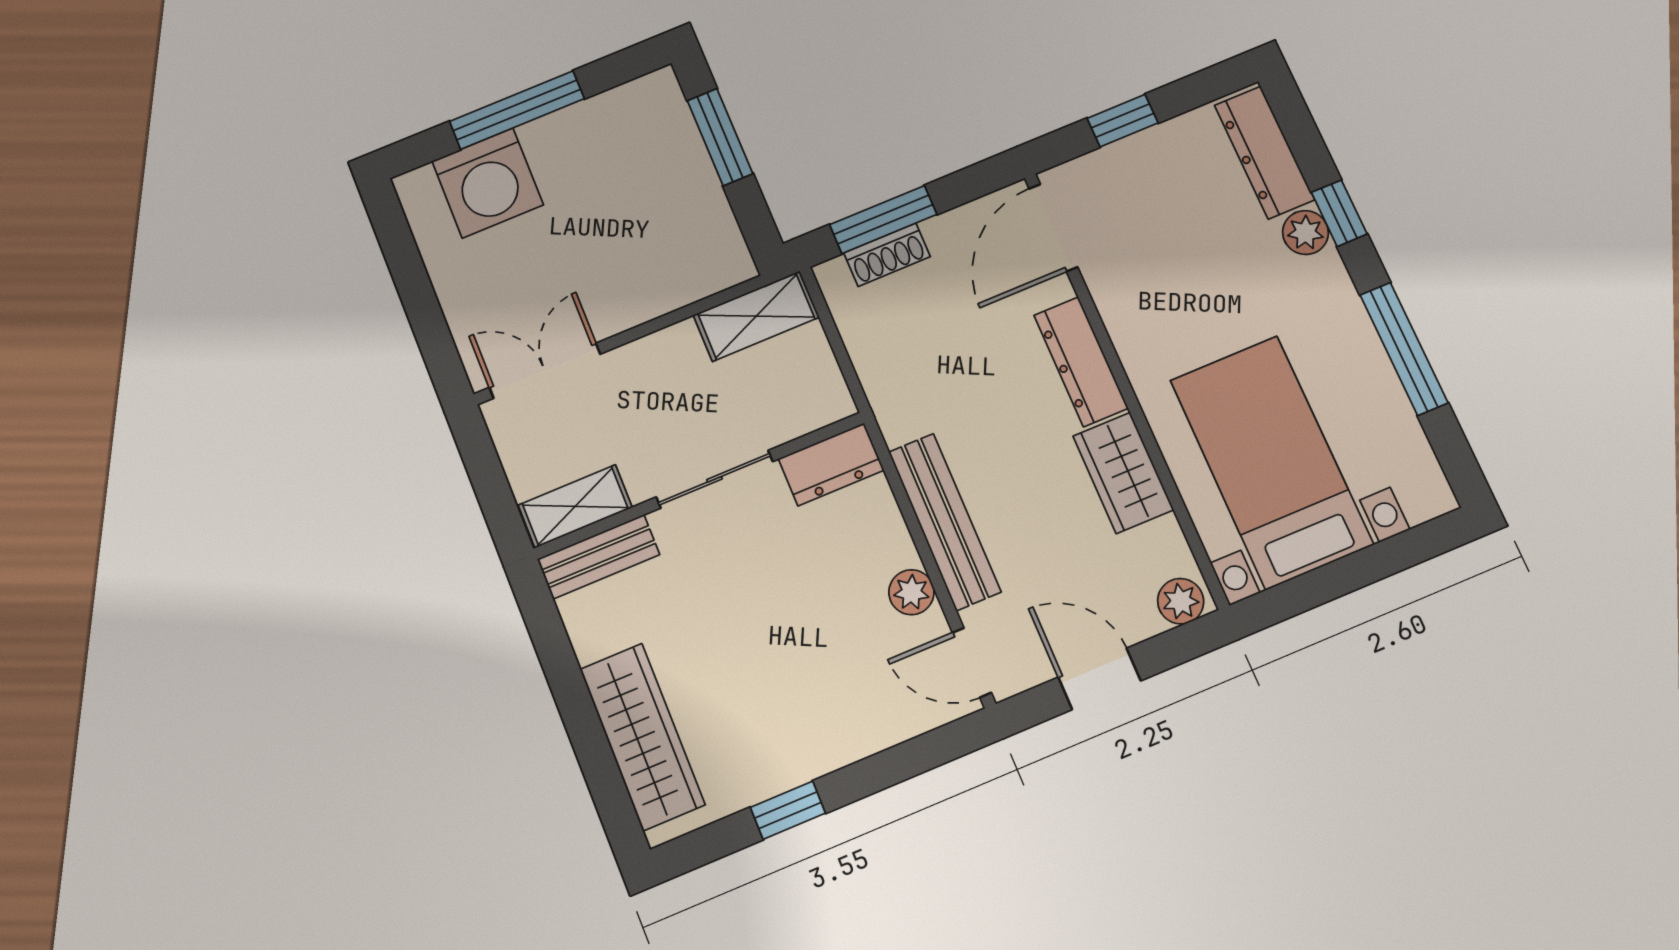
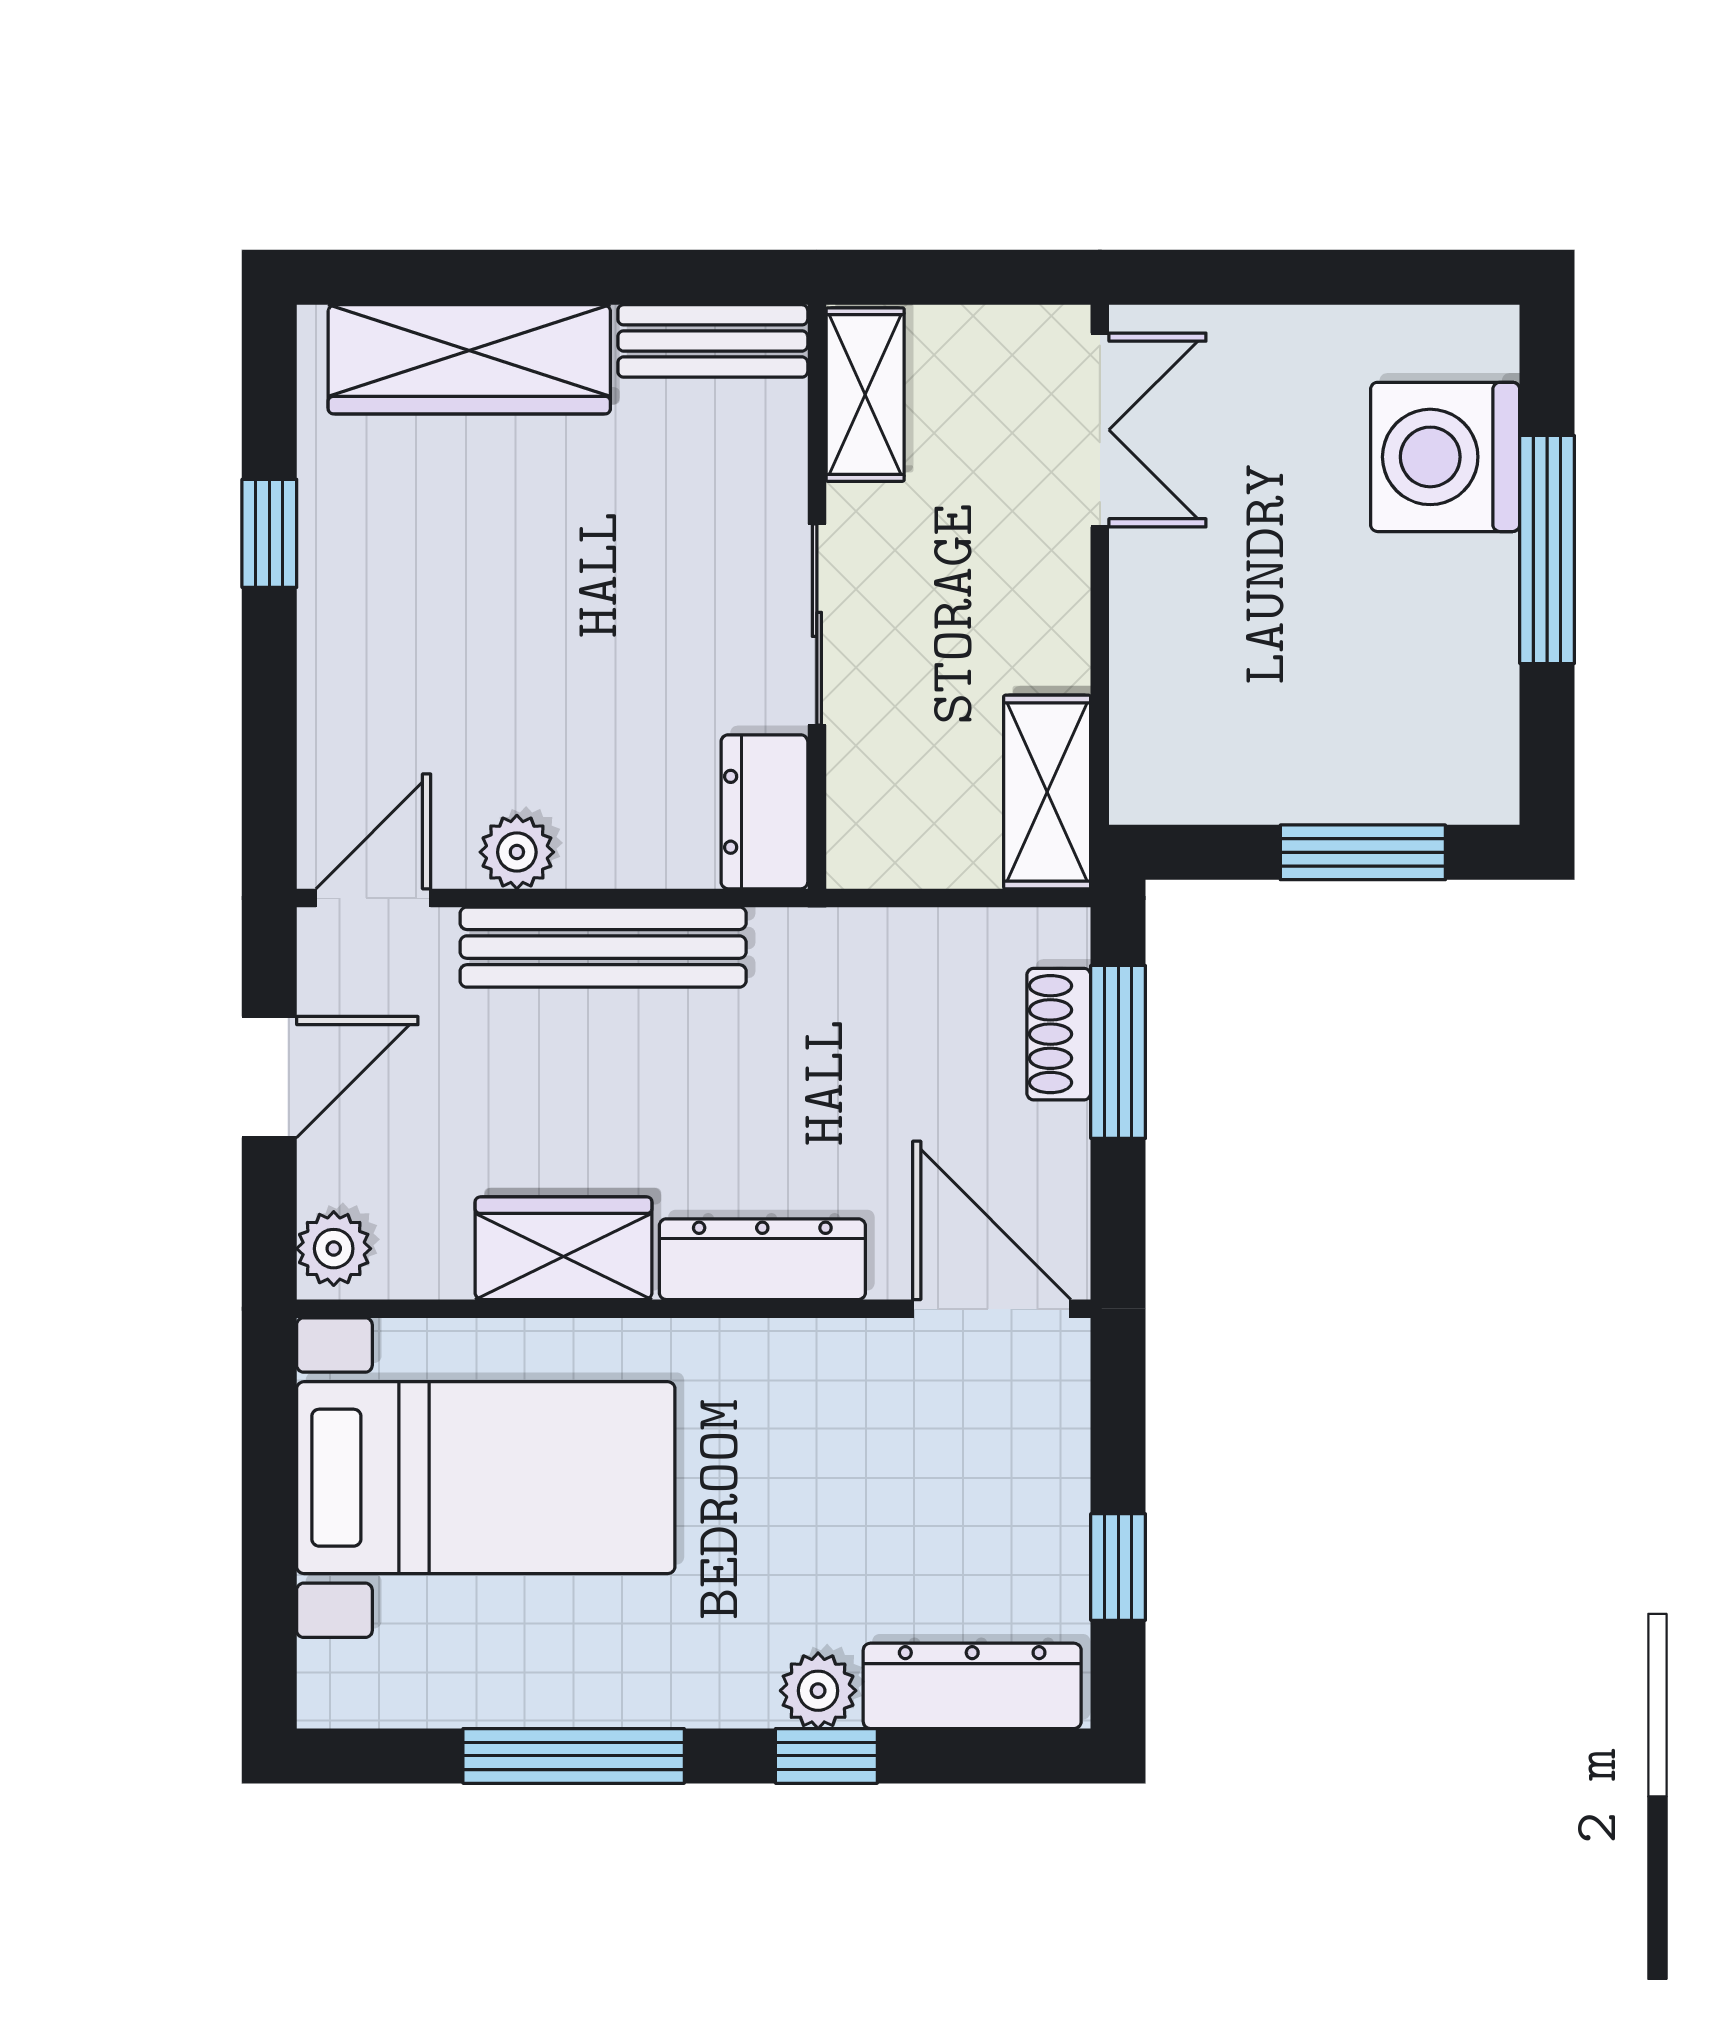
window: (1123, 121) -> (1118, 1567), moved
bench: (598, 557) -> (713, 341), moved, turned 90

